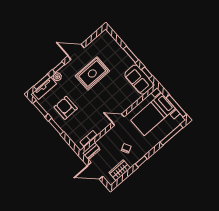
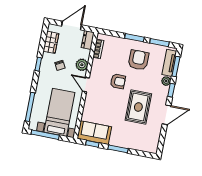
armchair: (93, 104) -> (118, 81), added
armchair: (66, 108) -> (138, 60), turned -90
door: (118, 120) -> (86, 85), swing flipped
plant: (110, 136) -> (82, 65), added

